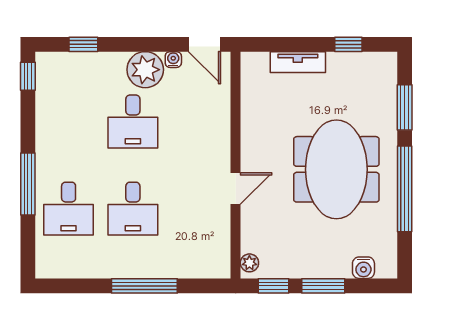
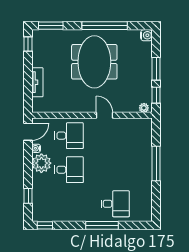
window: (348, 44) -> (28, 44), moved
window: (405, 107) -> (51, 26), moved
meeting table: (336, 169) -> (94, 62), turned 90
desk: (133, 209) -> (69, 136), moved
water cooler: (363, 268) -> (146, 35), moved

